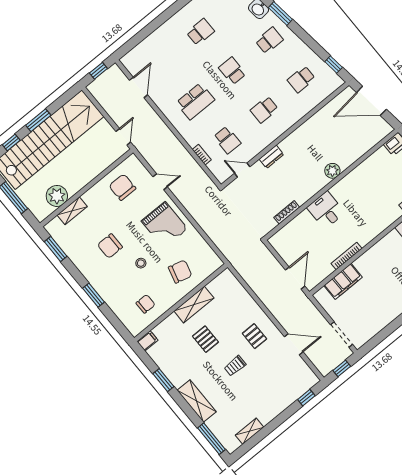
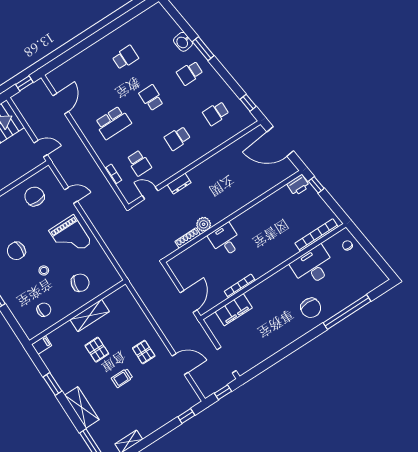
school desk: (269, 40) -> (190, 73), turned 180
door: (123, 137) -> (41, 149), hinge flipped
plant: (332, 171) -> (204, 224), moved

